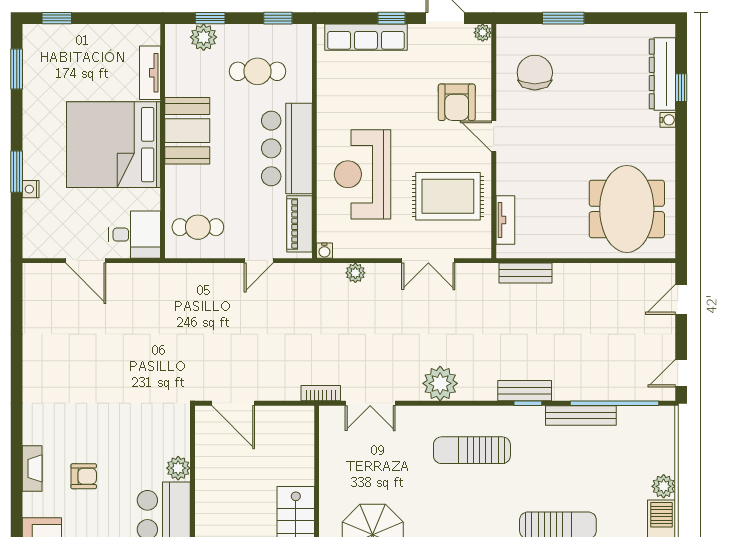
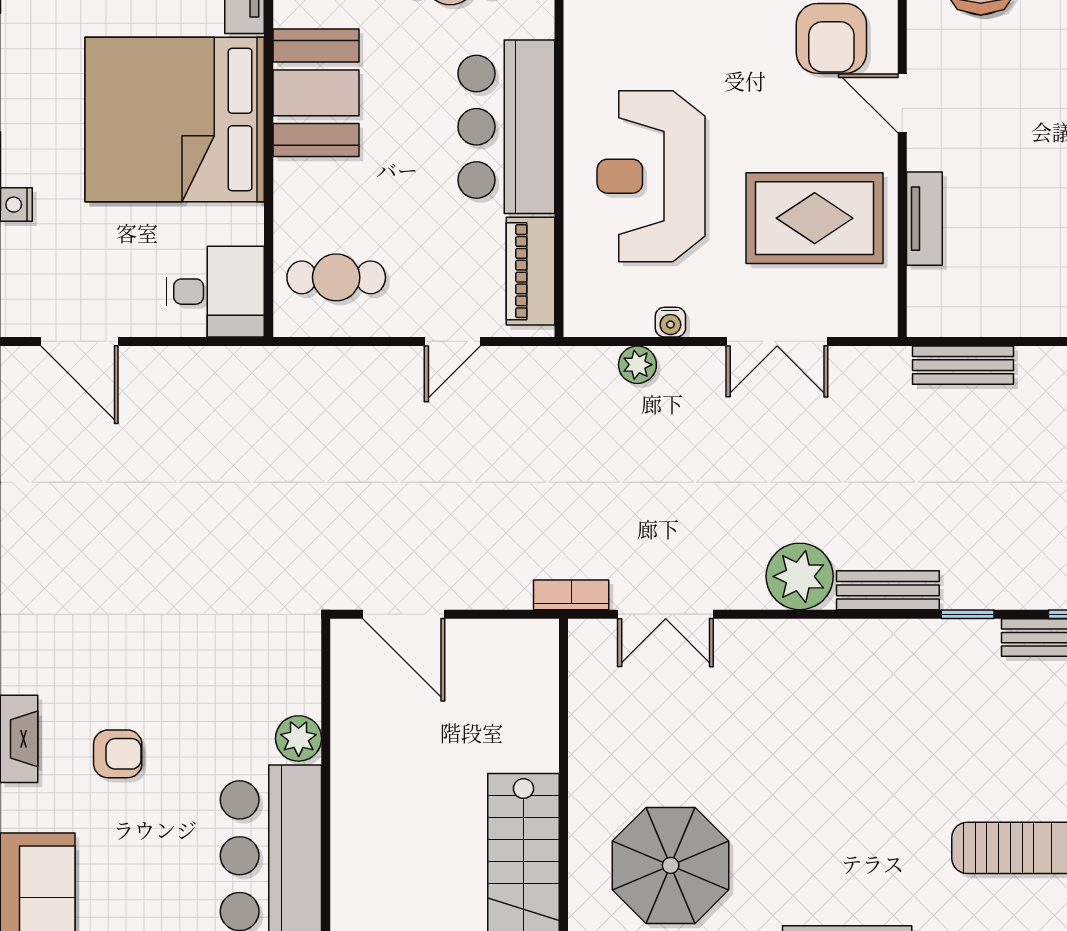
tv unit: (505, 220) -> (924, 219), moved
water cooler: (324, 251) -> (670, 322), moved
door: (86, 261) -> (80, 341), moved
bench: (525, 391) -> (888, 590), moved
sun lounger: (472, 450) -> (860, 704), removed

